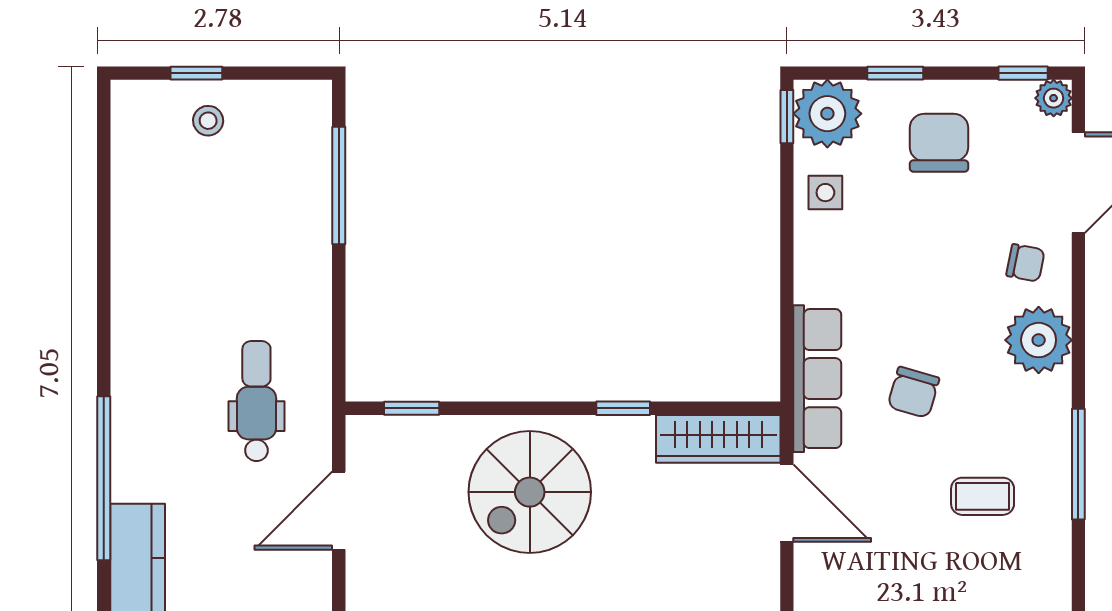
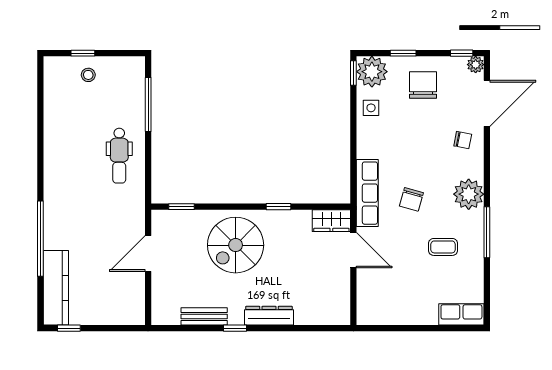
plant: (1039, 340) -> (469, 194), moved
dental chair: (256, 401) -> (119, 156), moved, turned 180
wardrobe: (718, 439) -> (331, 221), width x0.67

